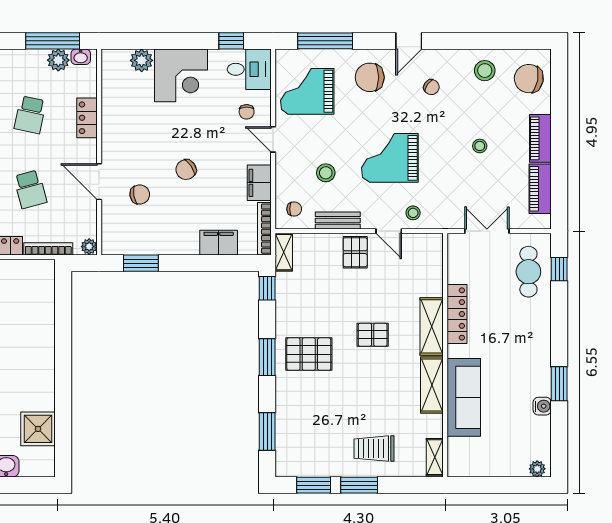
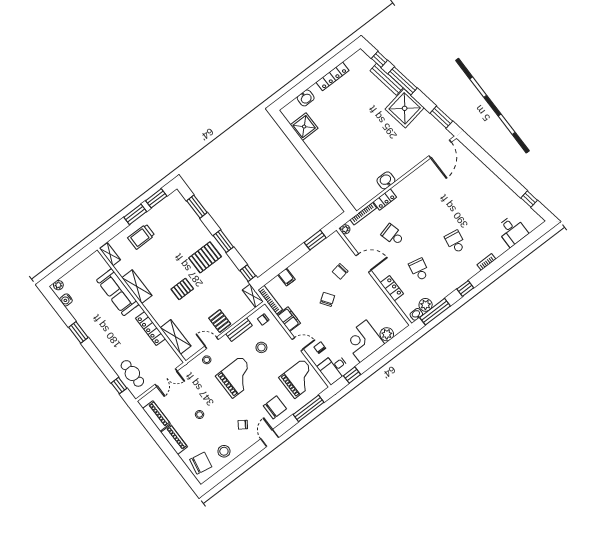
filing cabinet: (219, 243) -> (286, 277), width x0.50
shelving: (432, 326) -> (176, 337), moved
water cooler: (542, 406) -> (66, 300), moved
trolley: (374, 449) -> (141, 237), turned 180

